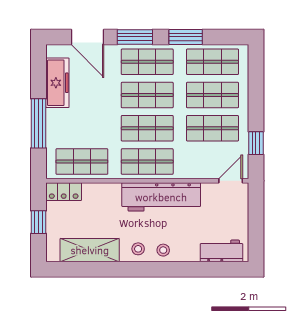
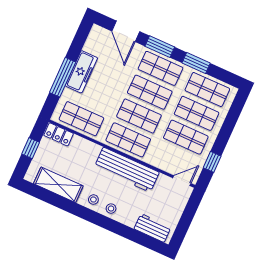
freezer: (57, 83) -> (81, 72), moved

